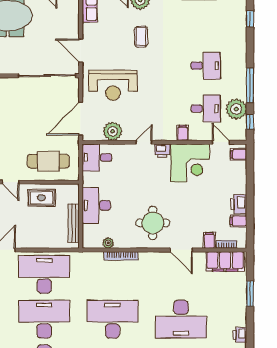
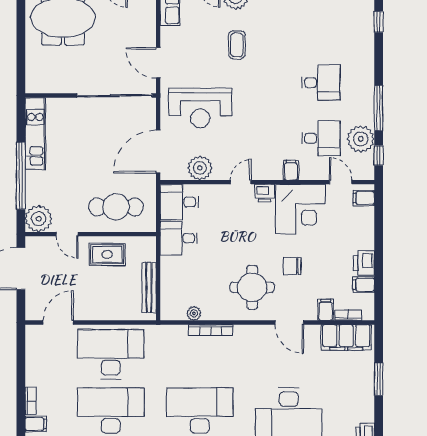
desk: (96, 205) -> (179, 238), moved, width x0.73
chair: (184, 207) -> (292, 266), added

